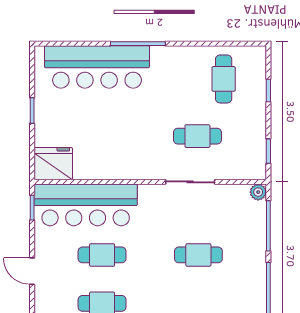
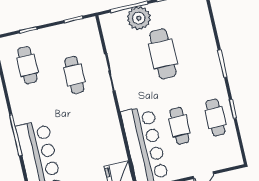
cafe table: (224, 79) -> (27, 65), turned 90
plant: (258, 192) -> (139, 18), moved, width x1.87, depth x1.87
cafe table: (198, 255) -> (163, 54), width x1.37, depth x1.35

